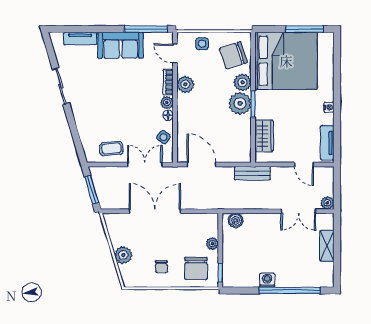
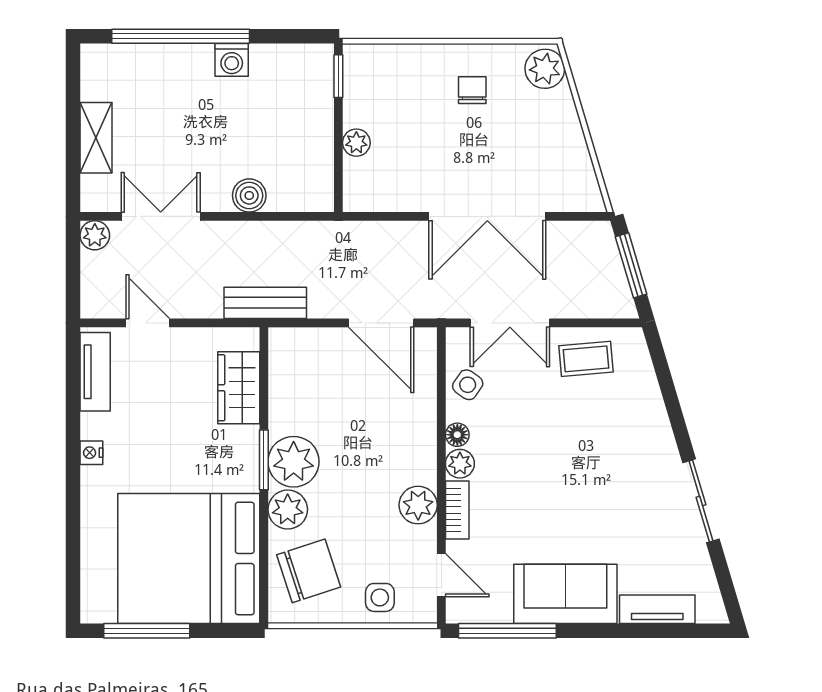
boiler: (236, 220) -> (249, 195), moved
plant: (123, 255) -> (545, 69), moved
chair: (196, 268) -> (393, 86), removed

